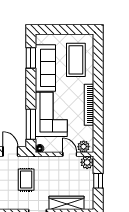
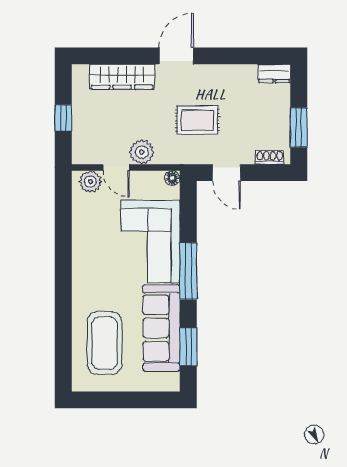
bookcase: (89, 105) -> (80, 260), removed
window: (31, 124) -> (188, 271), moved
plant: (87, 162) -> (142, 152), moved
rug: (26, 180) -> (197, 120), turned 90

